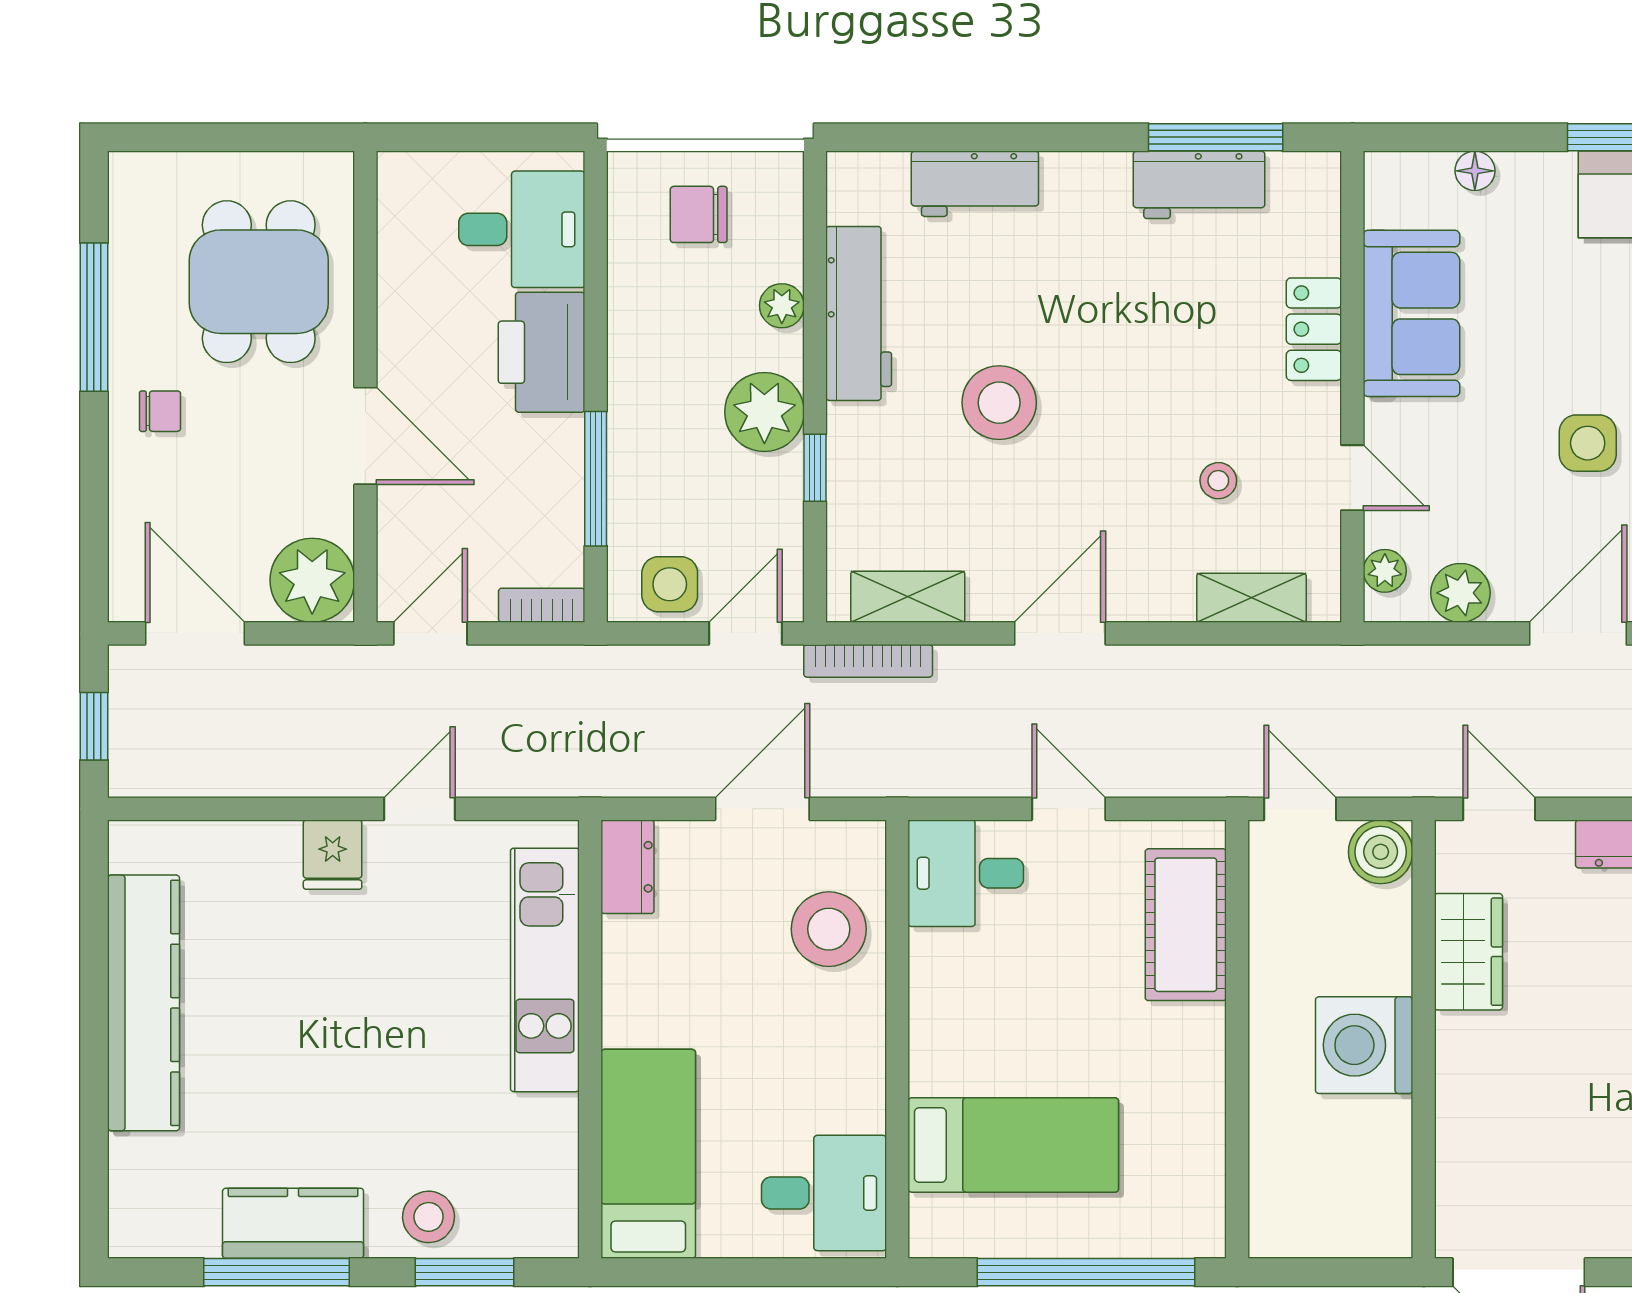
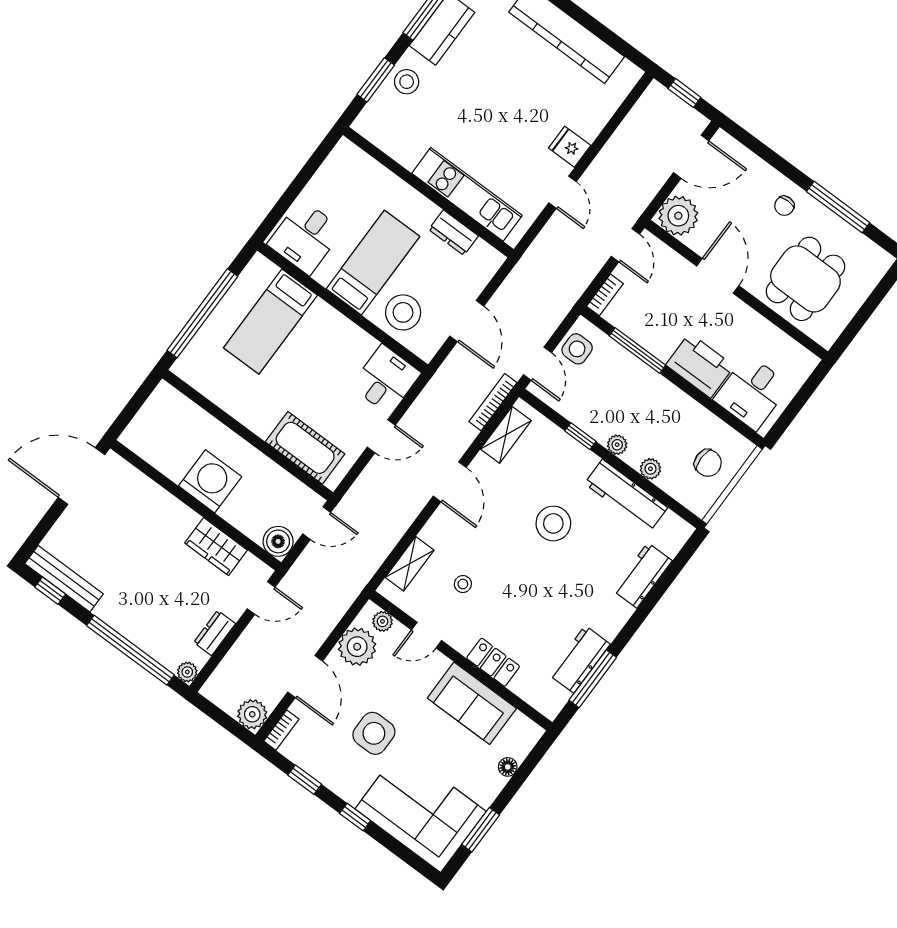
chair: (699, 214) -> (708, 463), turned 90
dining table: (259, 282) -> (805, 279), turned 90
plant: (764, 412) -> (617, 445), width x0.53, depth x0.53
door: (365, 436) -> (718, 276), swing flipped
side table: (1588, 443) -> (374, 733), width x1.37, depth x1.37
plant: (1460, 593) -> (357, 647), width x1.36, depth x1.36
dresser: (628, 867) -> (454, 233), moved
bed: (648, 1154) -> (373, 263), moved, turned -90

